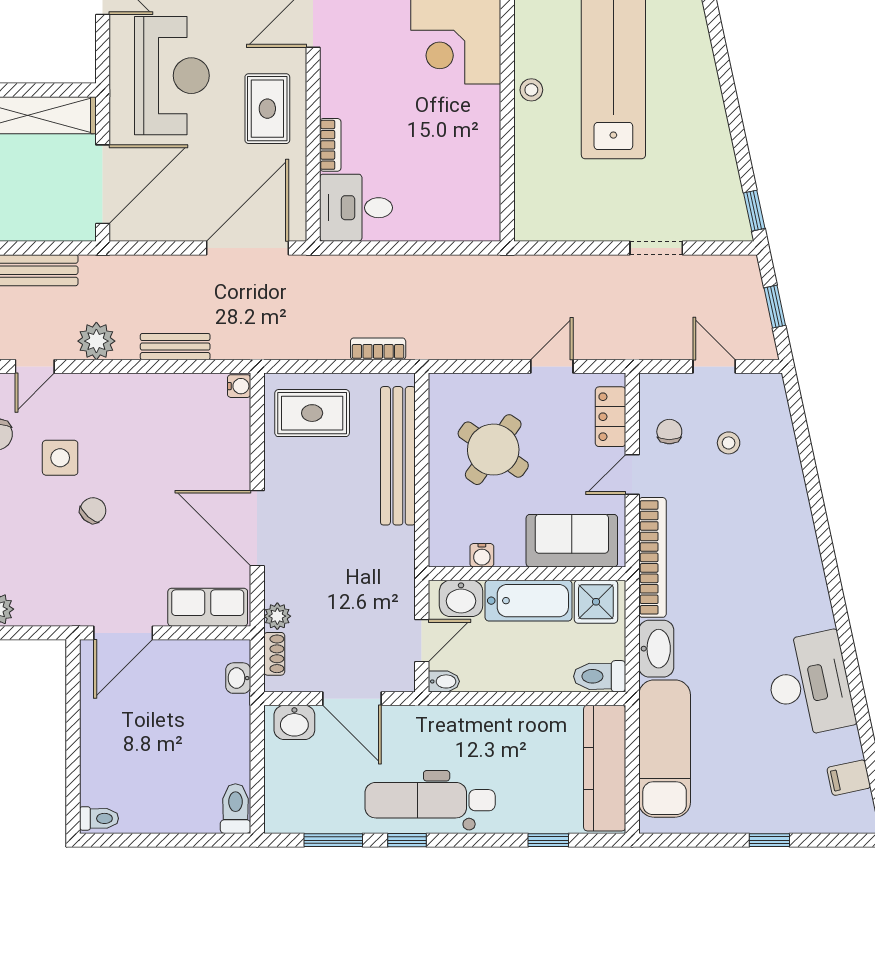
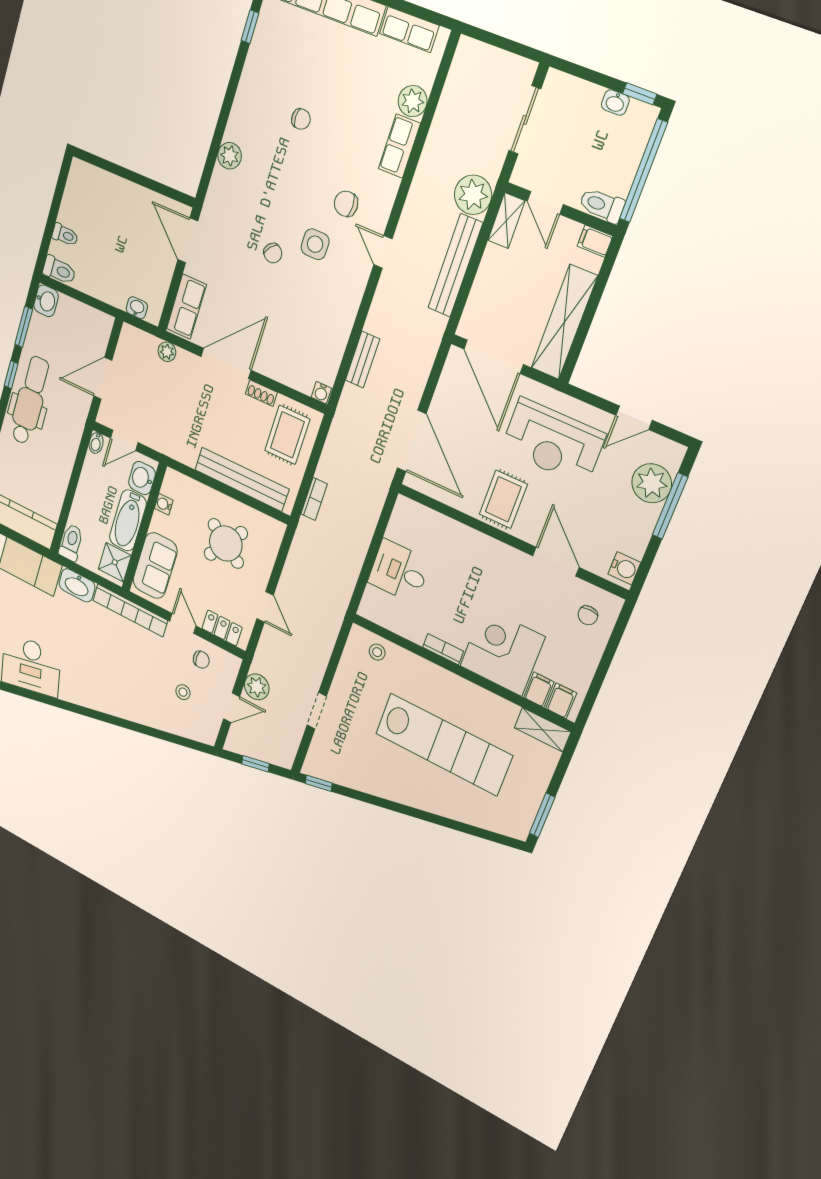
stool: (531, 90) -> (377, 652), moved
rug: (267, 109) -> (503, 499), turned 90
bookcase: (330, 145) -> (443, 649), moved, turned 180
desk: (356, 208) -> (399, 571), moved, turned -90
plant: (96, 341) -> (257, 687), moved
door: (422, 641) -> (124, 440), hinge flipped
shoe rack: (274, 654) -> (261, 393), moved
washbasin: (294, 722) -> (46, 301), moved, turned 180
toilet: (99, 818) -> (65, 235), moved, turned -90

